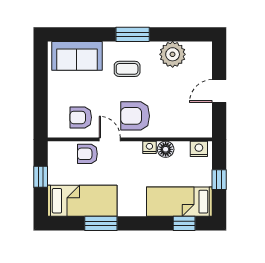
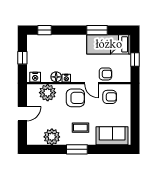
plant: (179, 124) -> (48, 93), added
bed: (179, 202) -> (47, 44), removed

